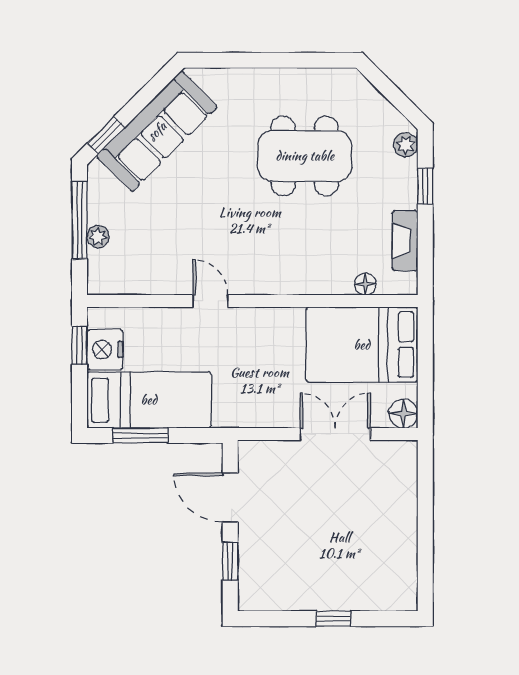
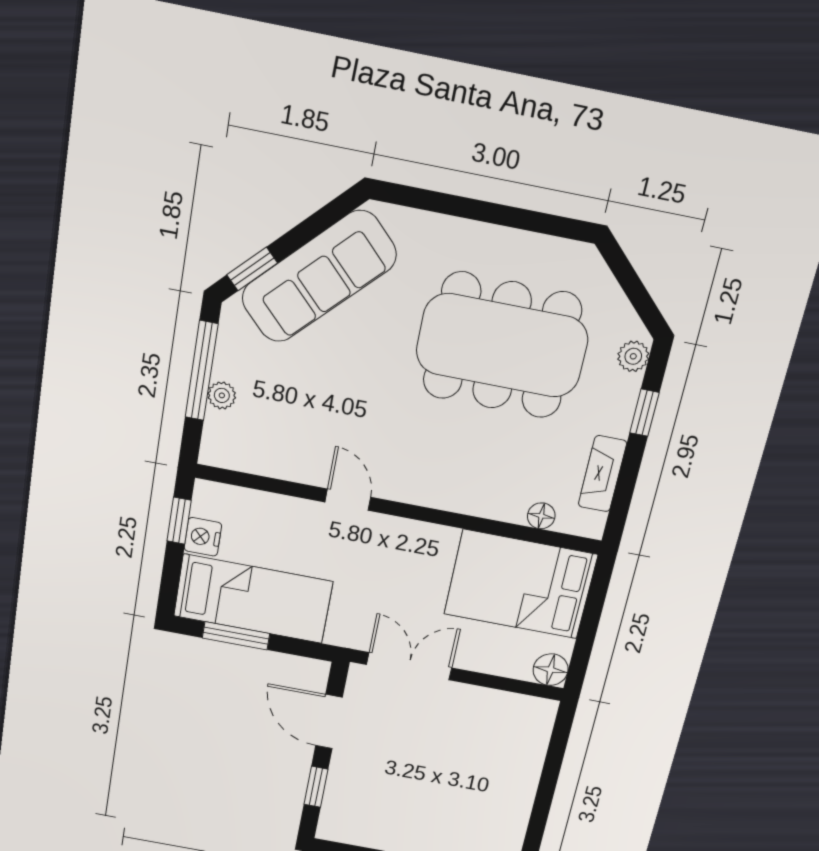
dining table: (305, 156) -> (502, 345), width x1.36, depth x1.24
nightstand: (105, 350) -> (203, 537), width x0.74, depth x0.75
double door: (335, 434) -> (409, 666), moved

